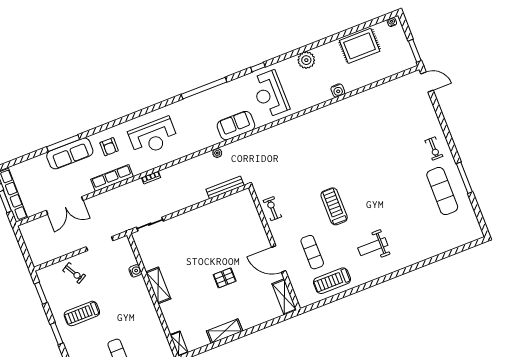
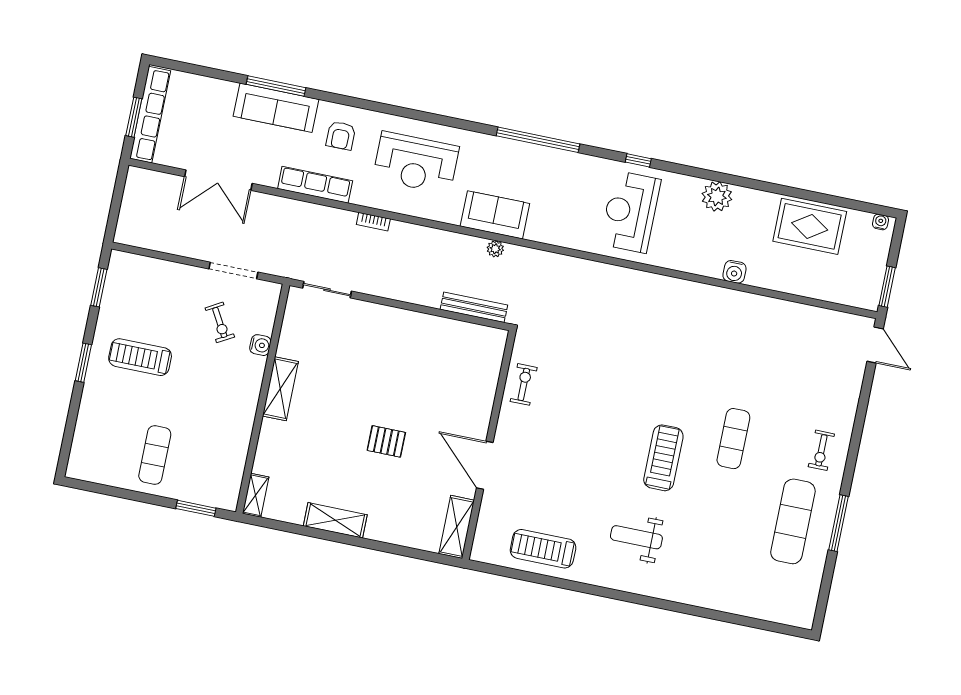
sofa: (236, 126) -> (495, 215), moved
treadmill: (334, 206) -> (663, 458), moved
exercise mat: (312, 252) -> (733, 439), moved
exercise bike: (74, 273) -> (220, 322), moved

